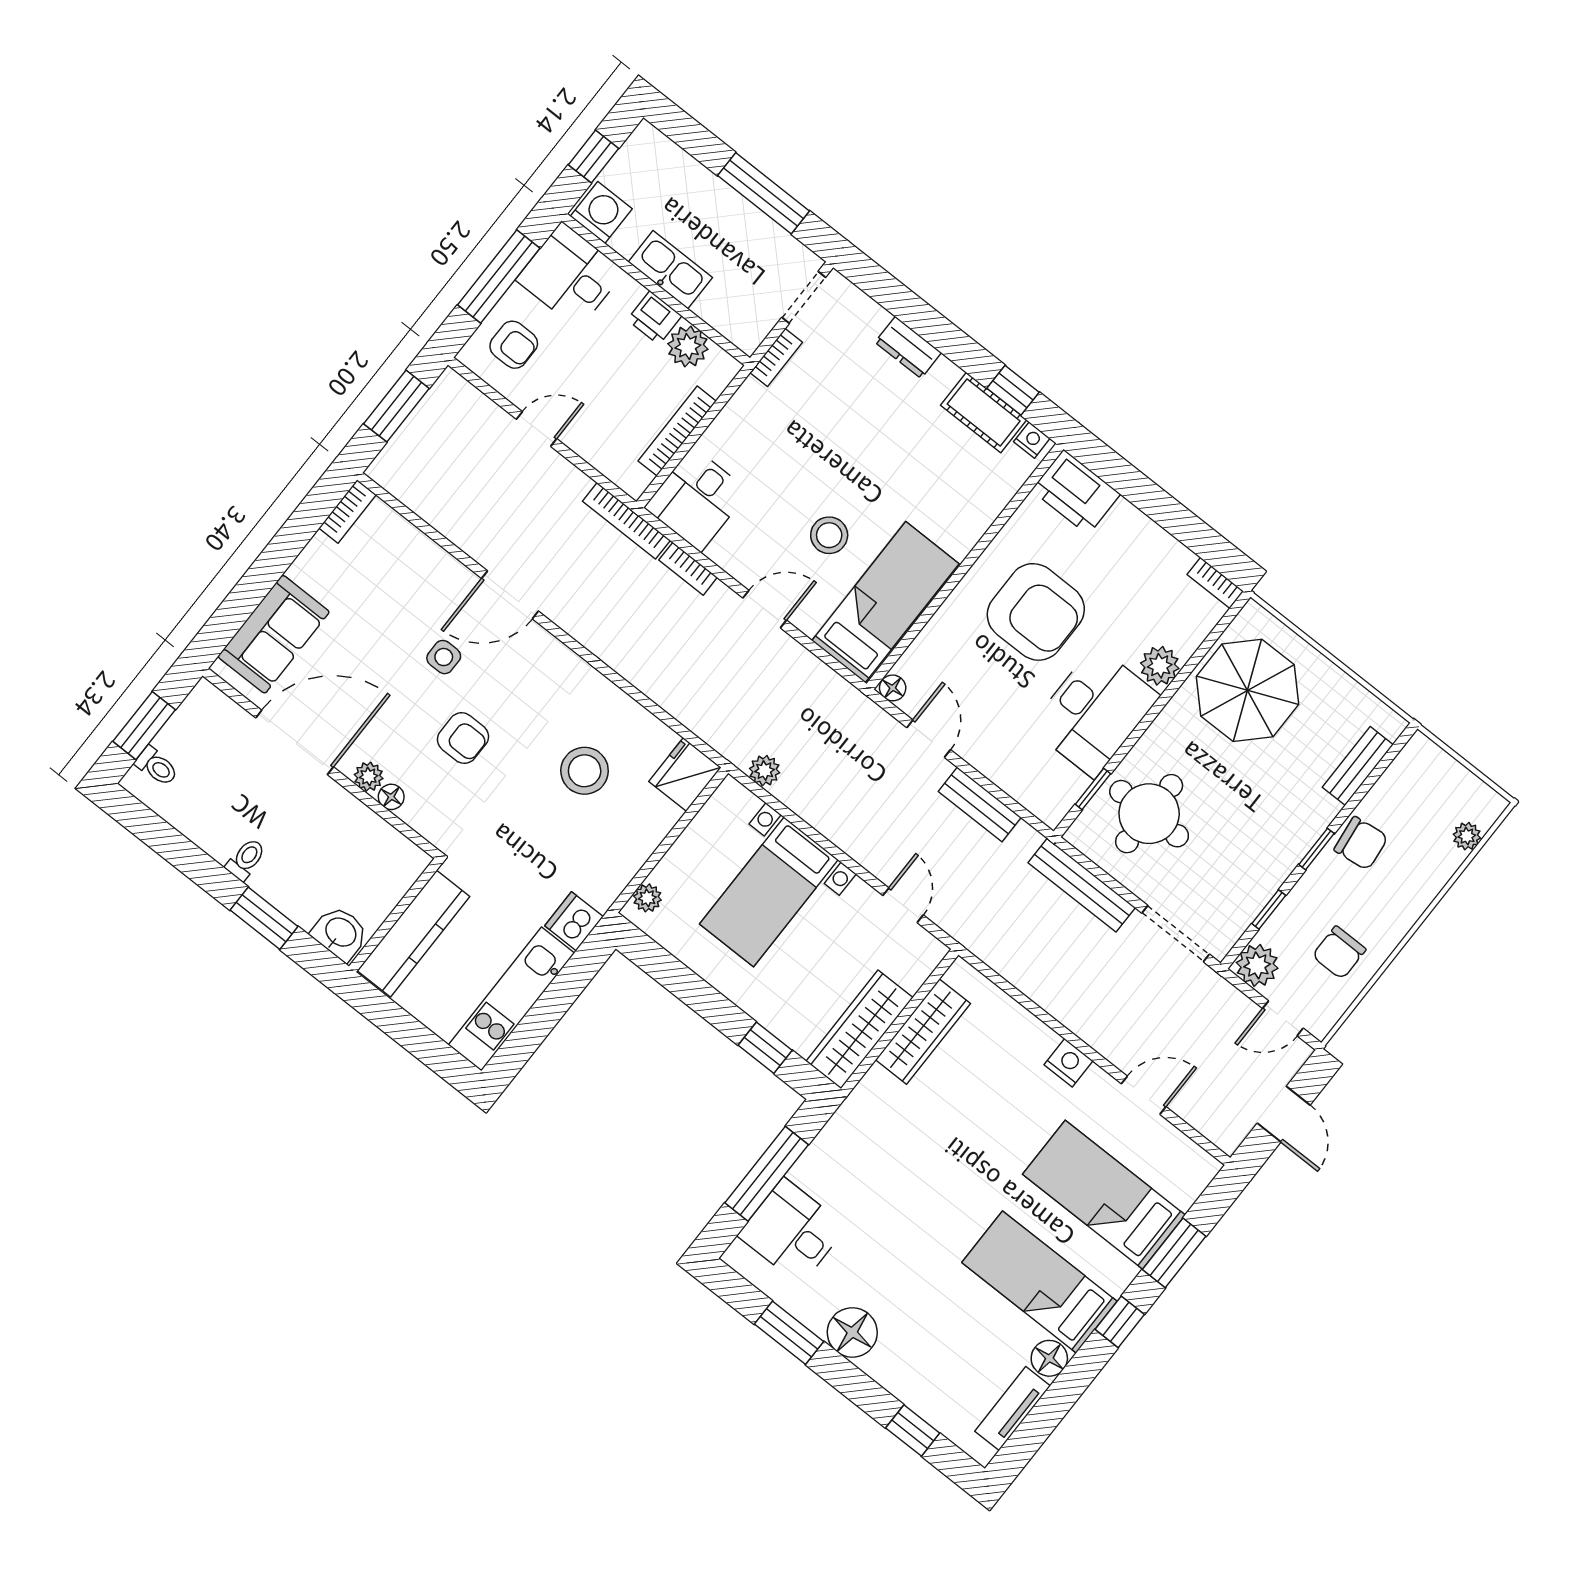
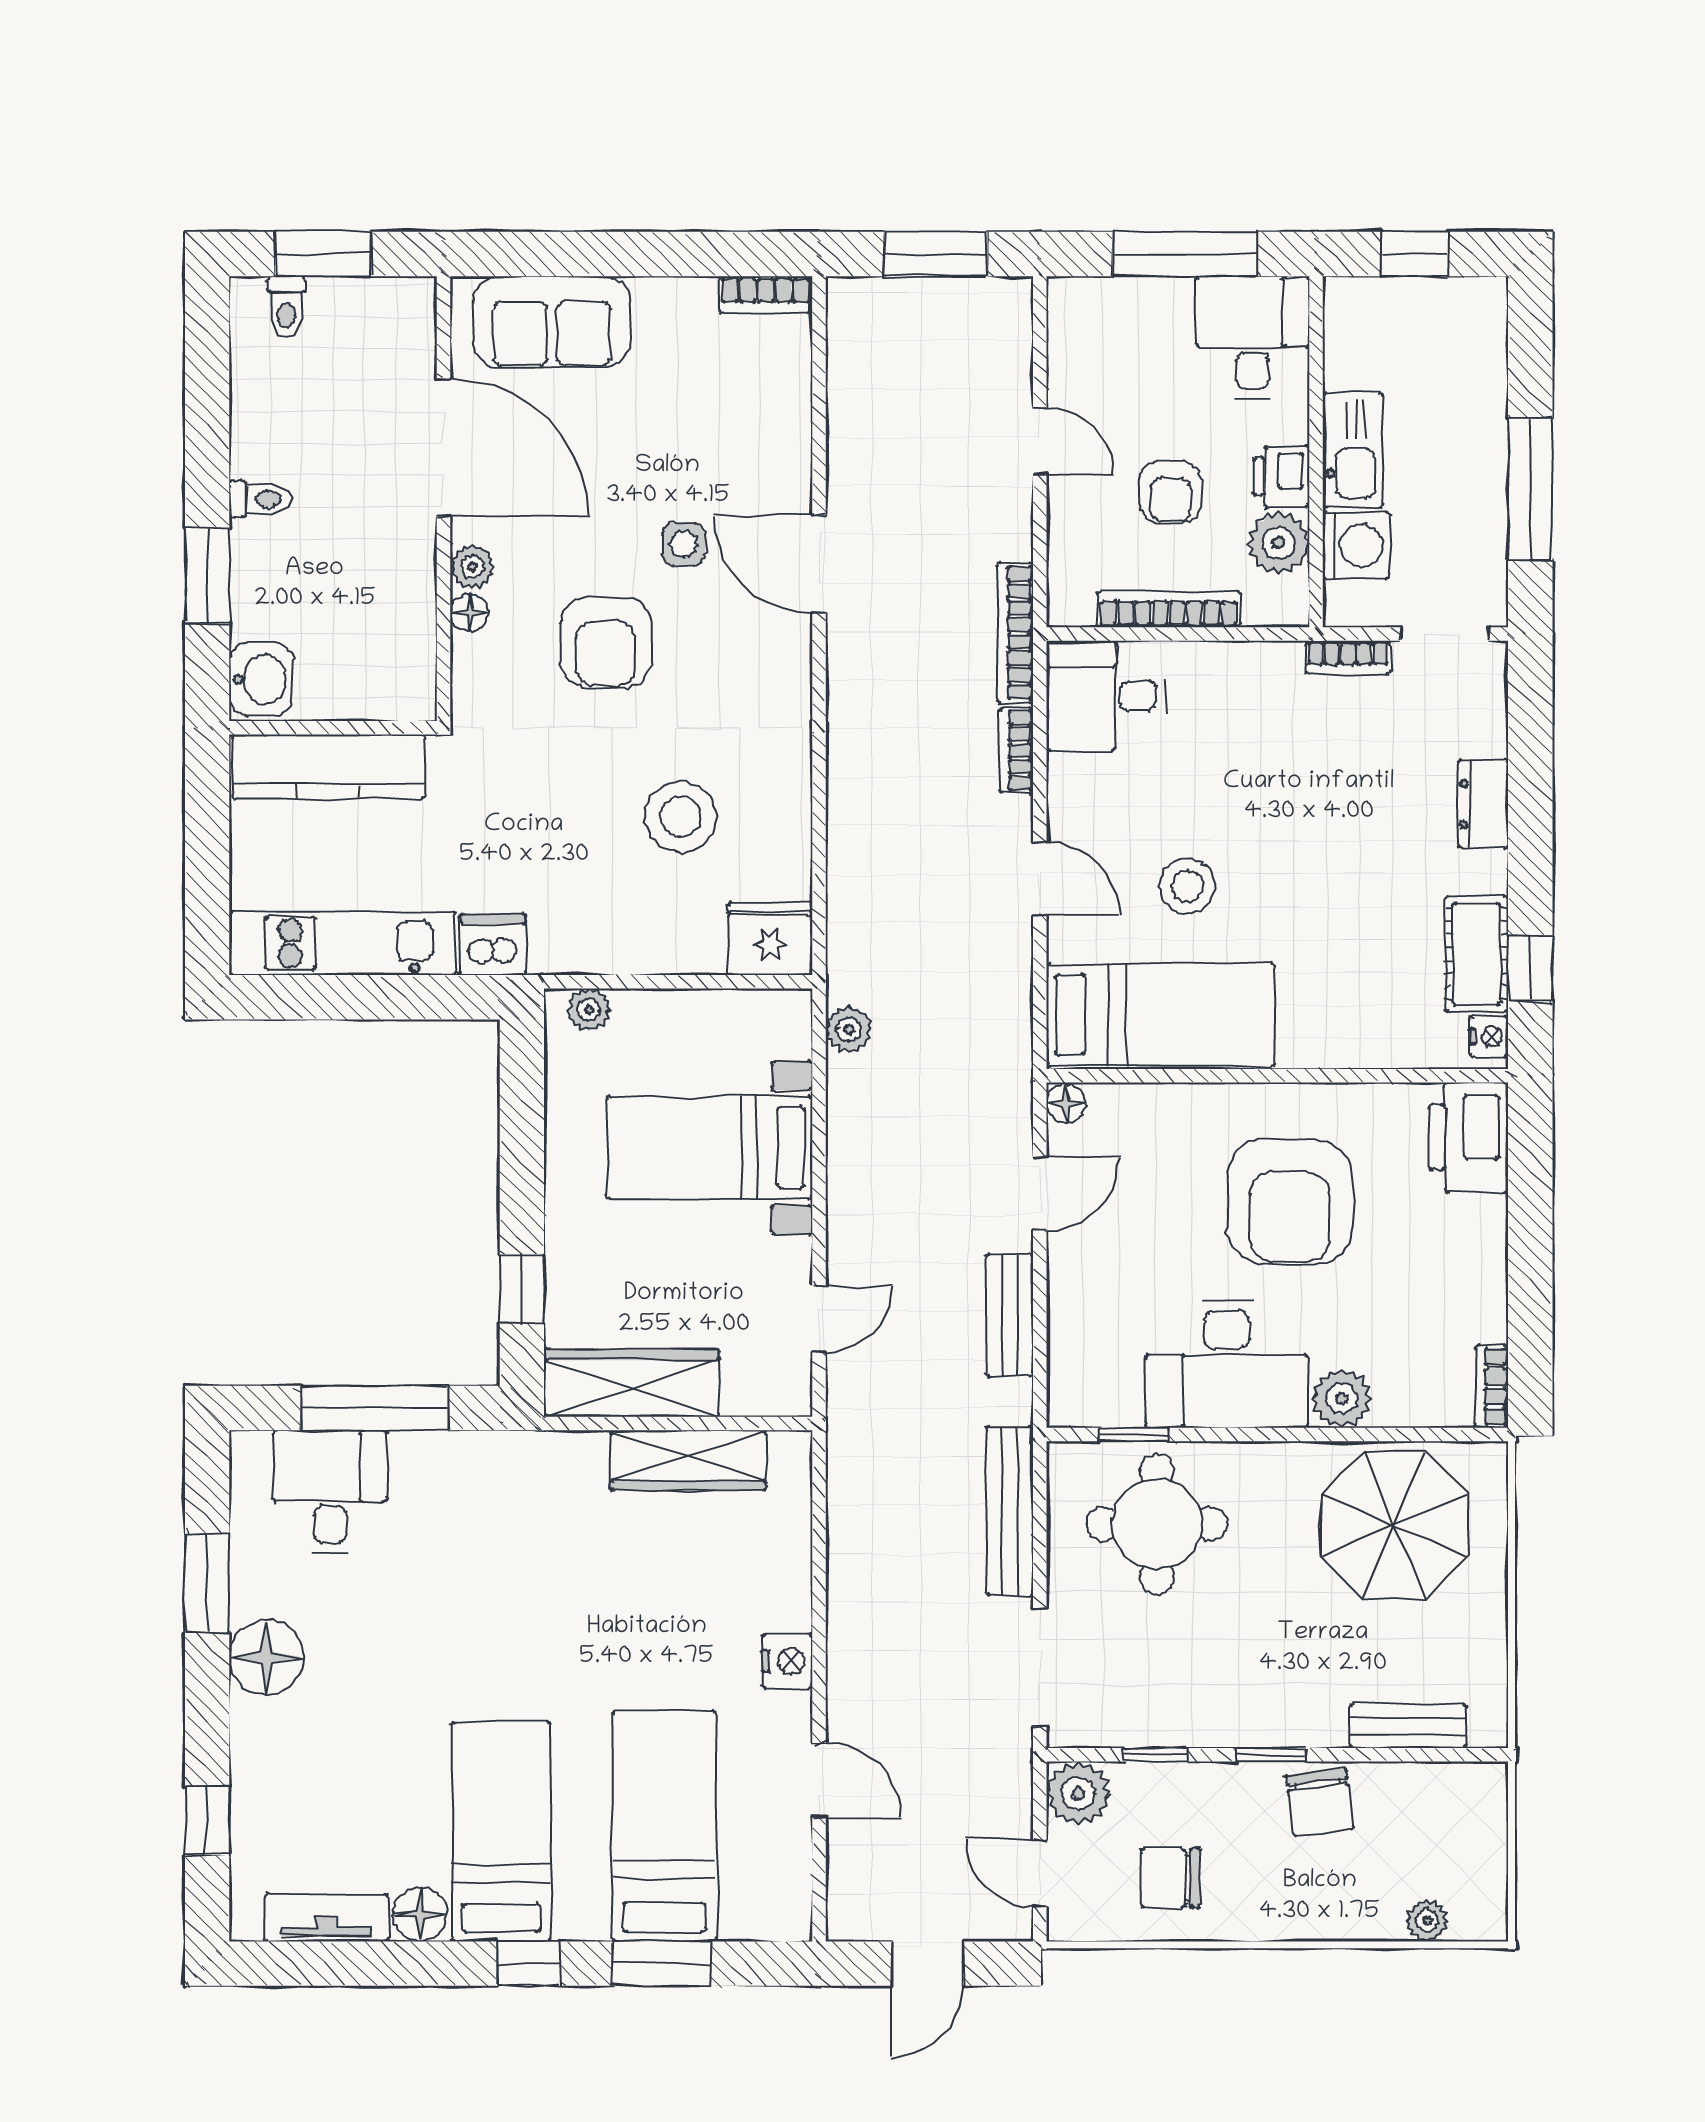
washing machine: (601, 213) -> (1356, 546), moved
armchair: (514, 345) -> (1170, 492), moved
armchair: (463, 738) -> (606, 642), width x1.38, depth x1.38

